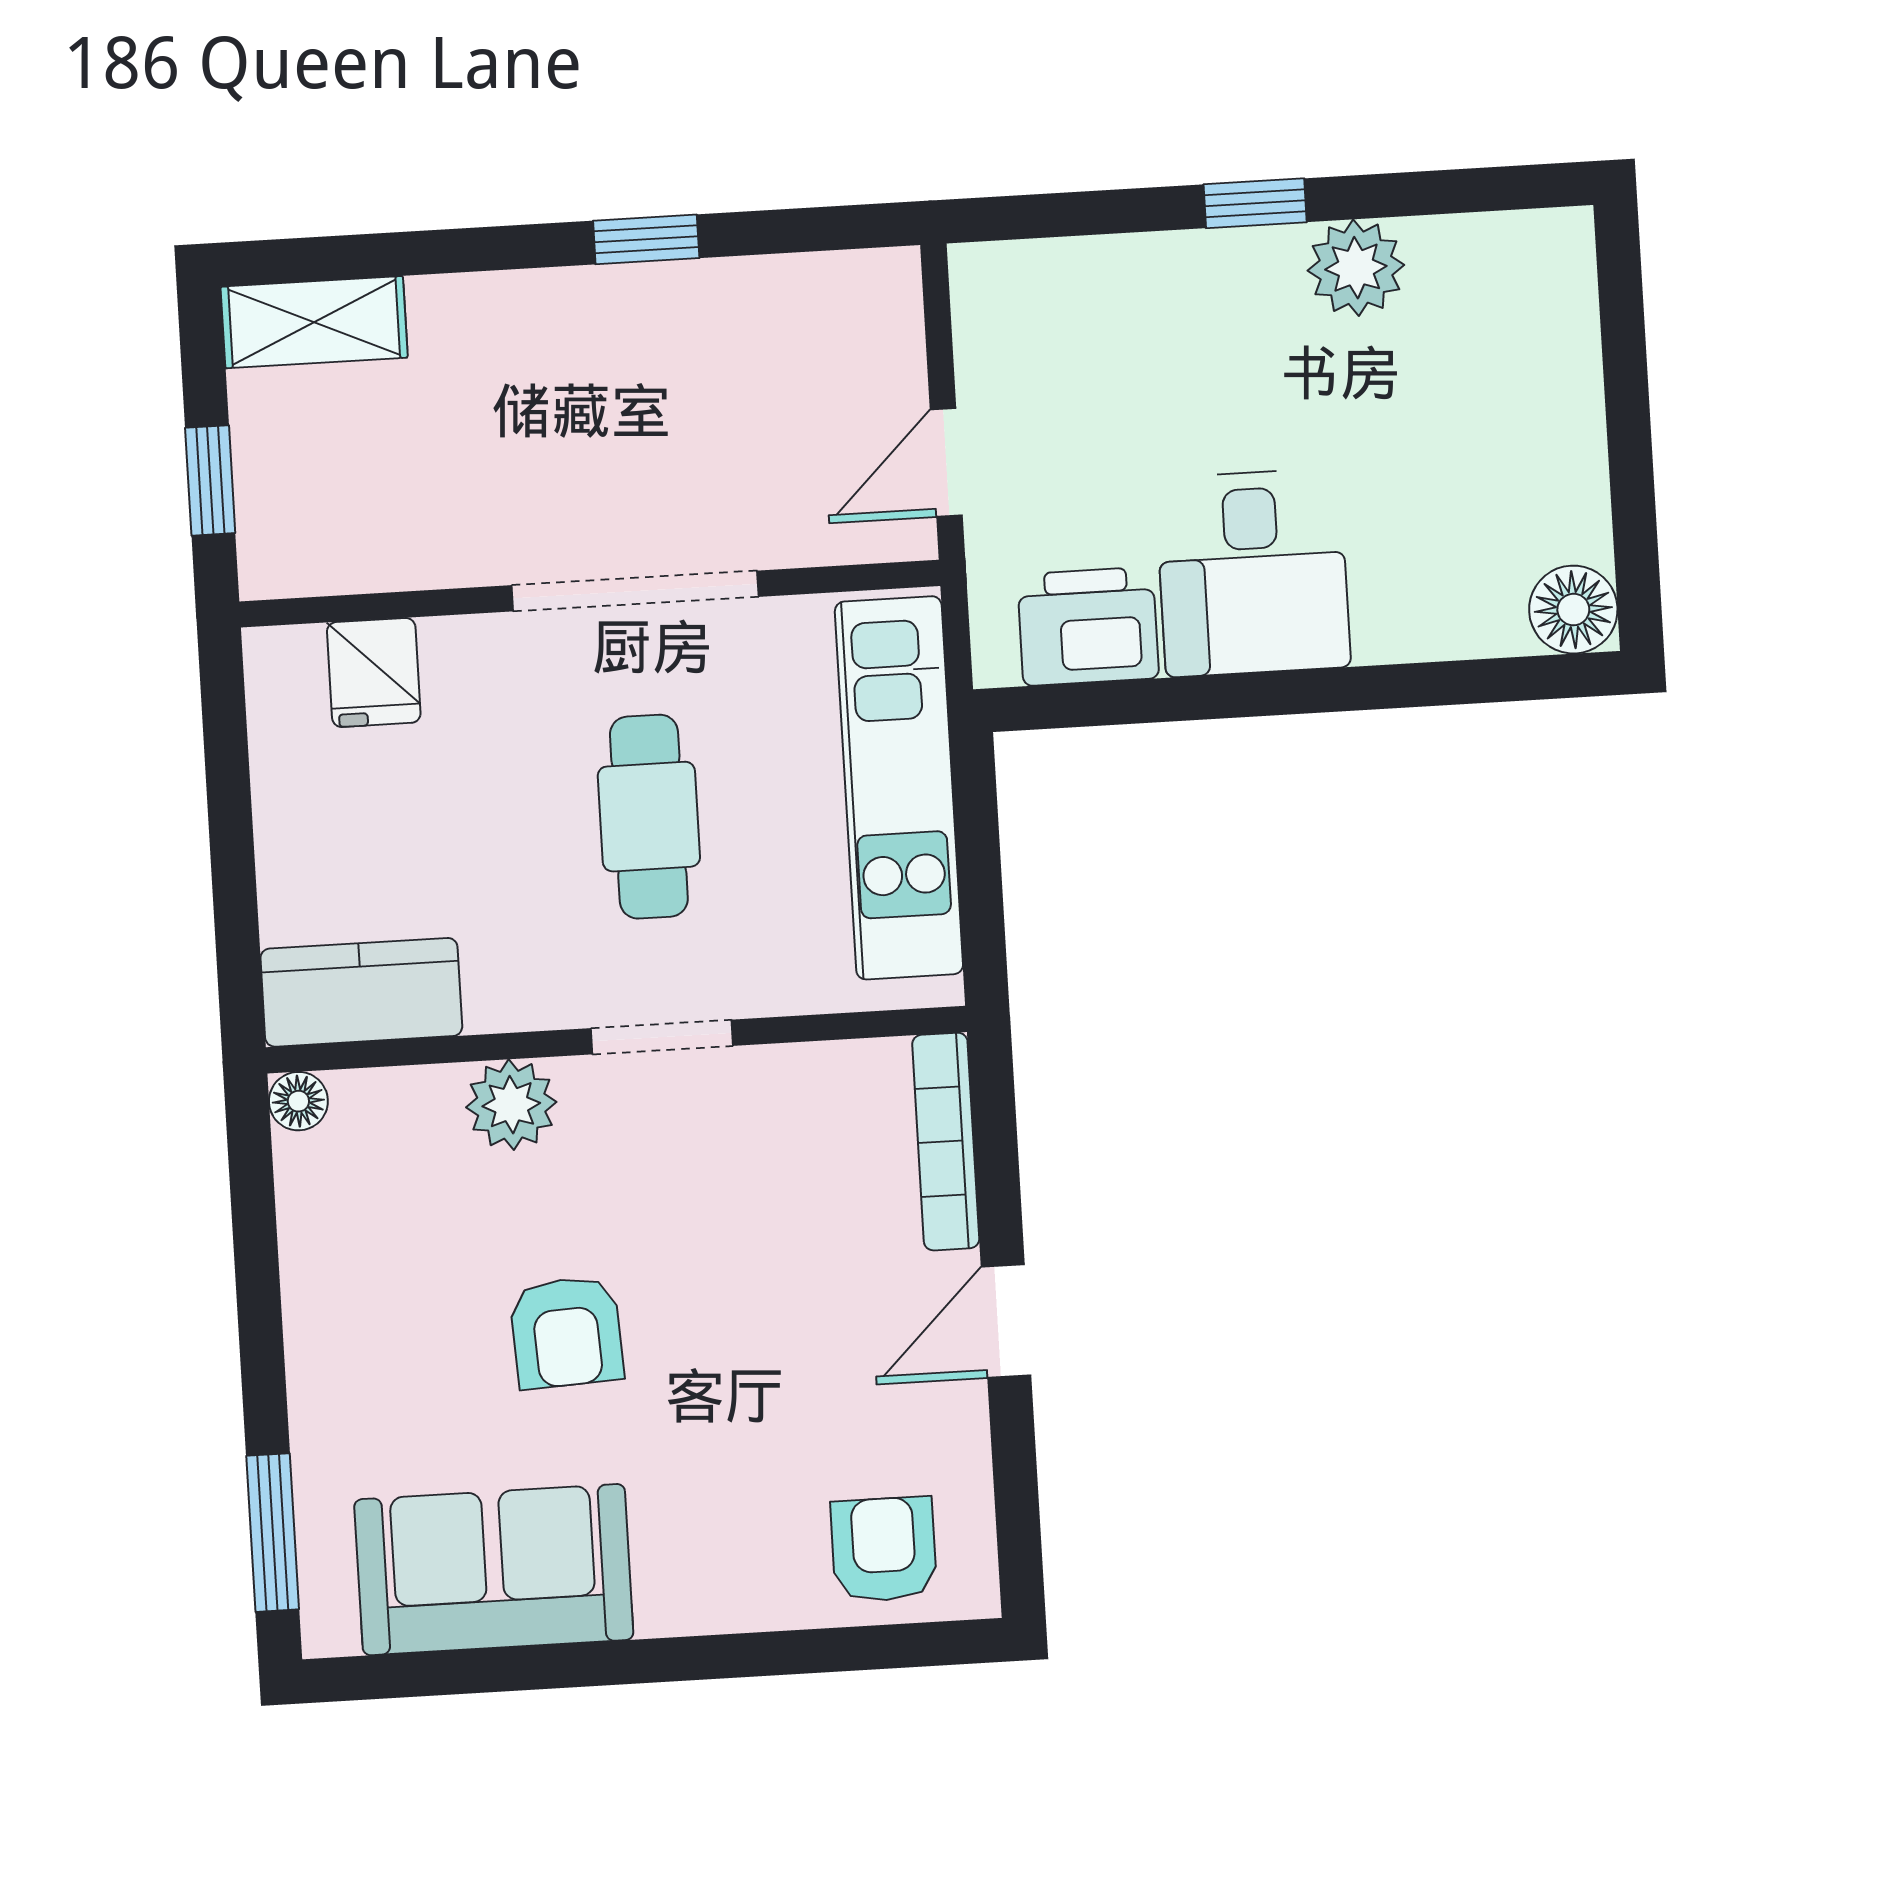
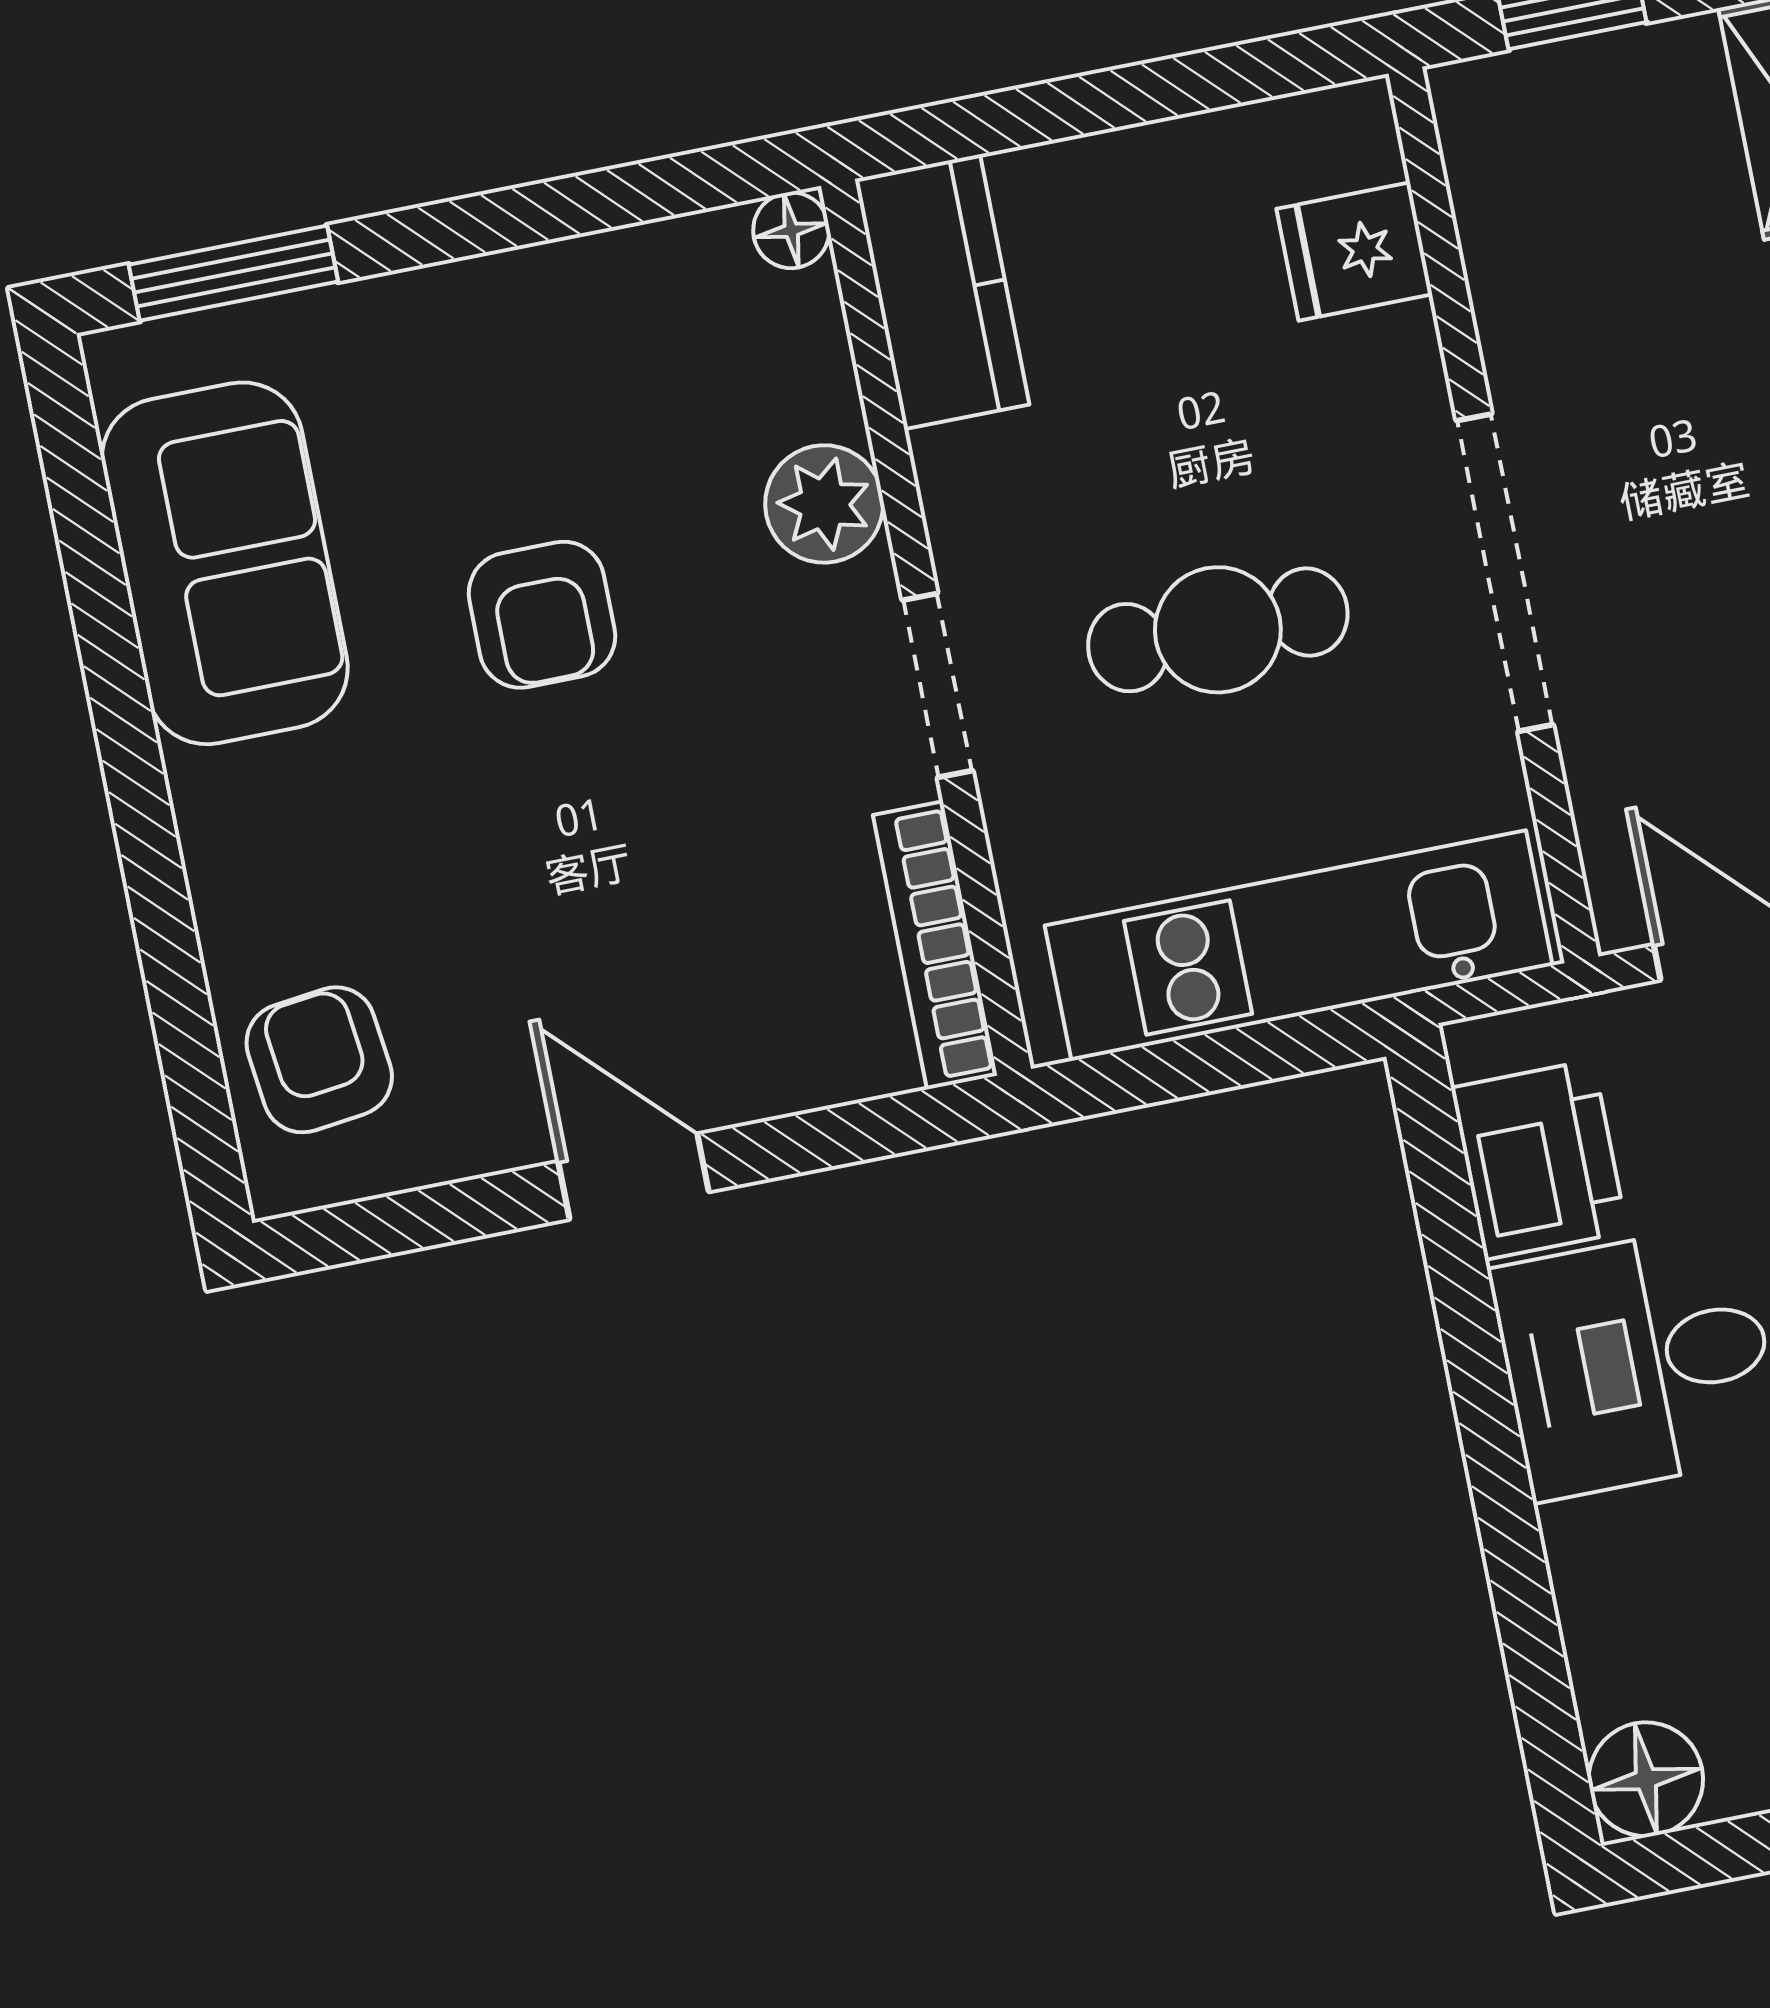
bookcase: (946, 1142) -> (935, 945), moved, turned -90
armchair: (566, 1332) -> (542, 615), turned -87
armchair: (884, 1549) -> (319, 1060), turned -97

